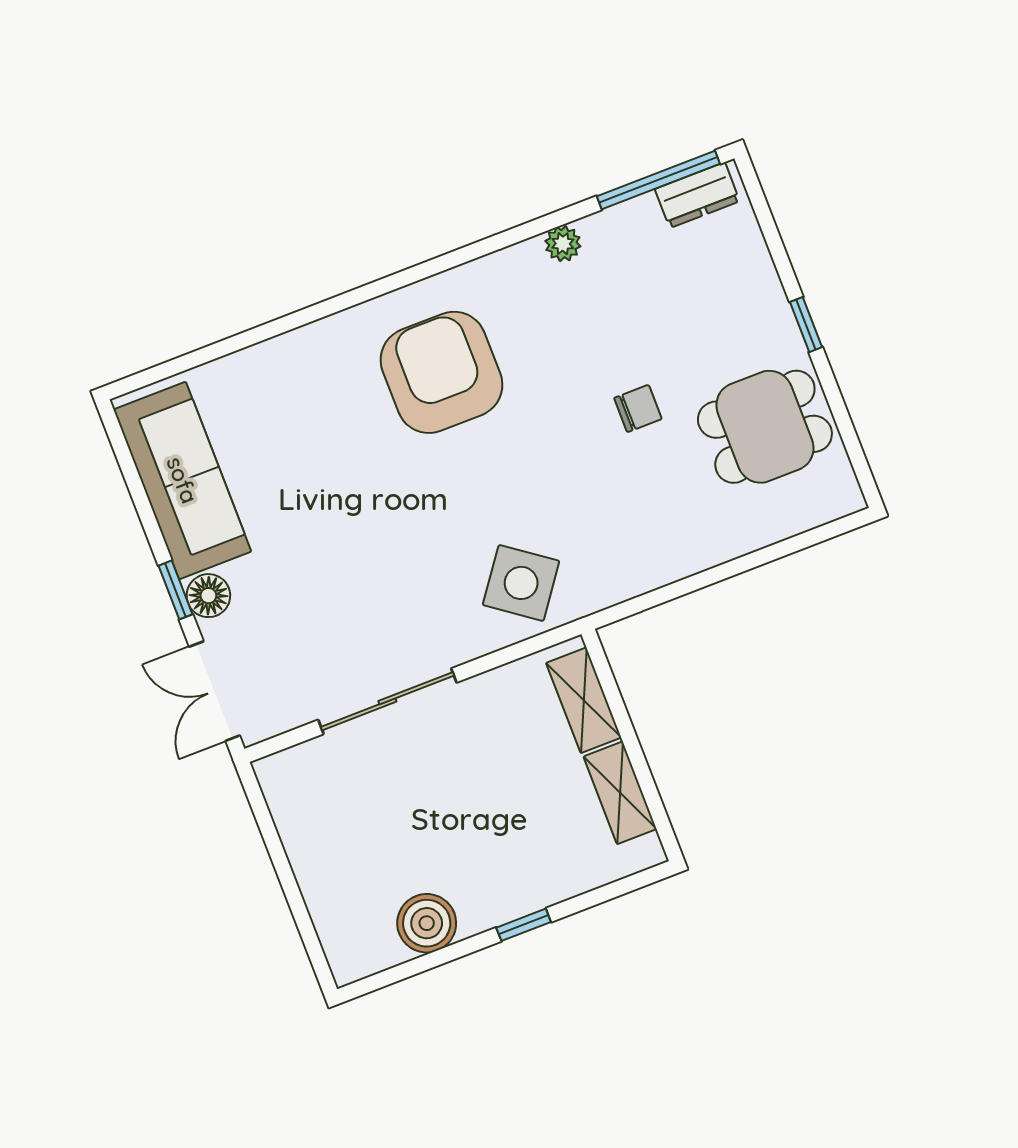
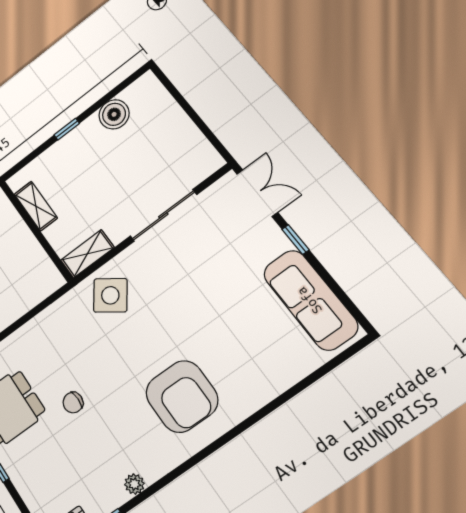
floor lamp: (208, 596) -> (276, 242), removed
shelving: (584, 700) -> (87, 254), moved, turned 90

